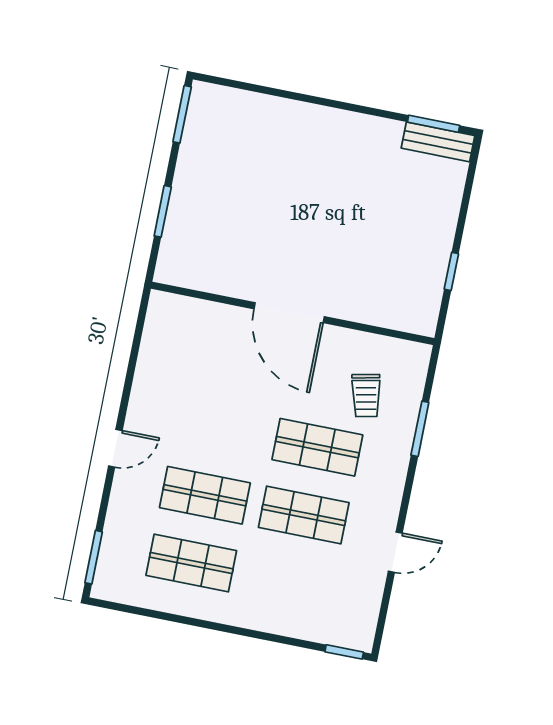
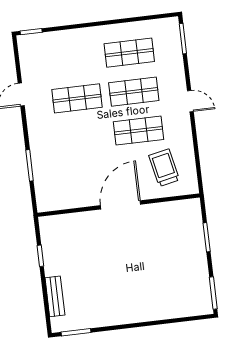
bench: (438, 142) -> (55, 296), moved, turned 90
door: (289, 313) -> (121, 205), hinge flipped
trolley: (366, 396) -> (164, 168), moved, width x1.36, depth x1.39
shop shelf: (317, 447) -> (138, 131), moved
door: (115, 448) -> (190, 101), swing flipped

